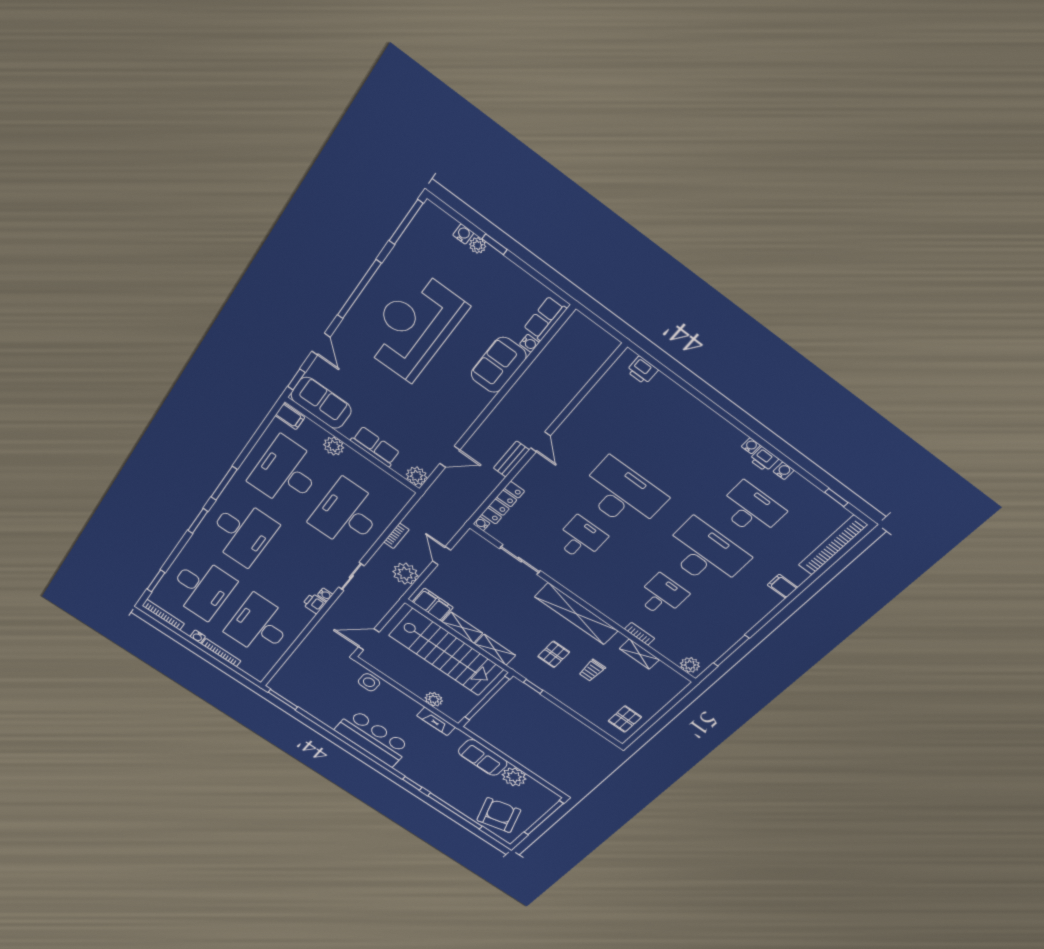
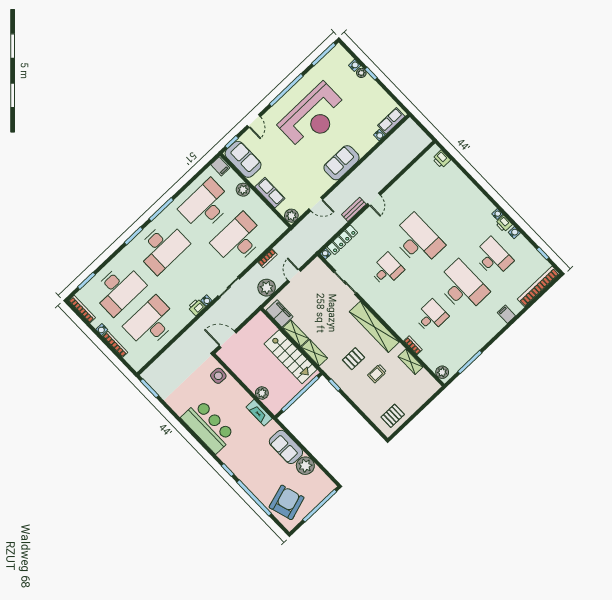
reception desk: (414, 326) -> (313, 117), turned 180
sofa: (499, 365) -> (342, 163), moved
stairs: (446, 652) -> (291, 357), width x0.73, depth x0.66

